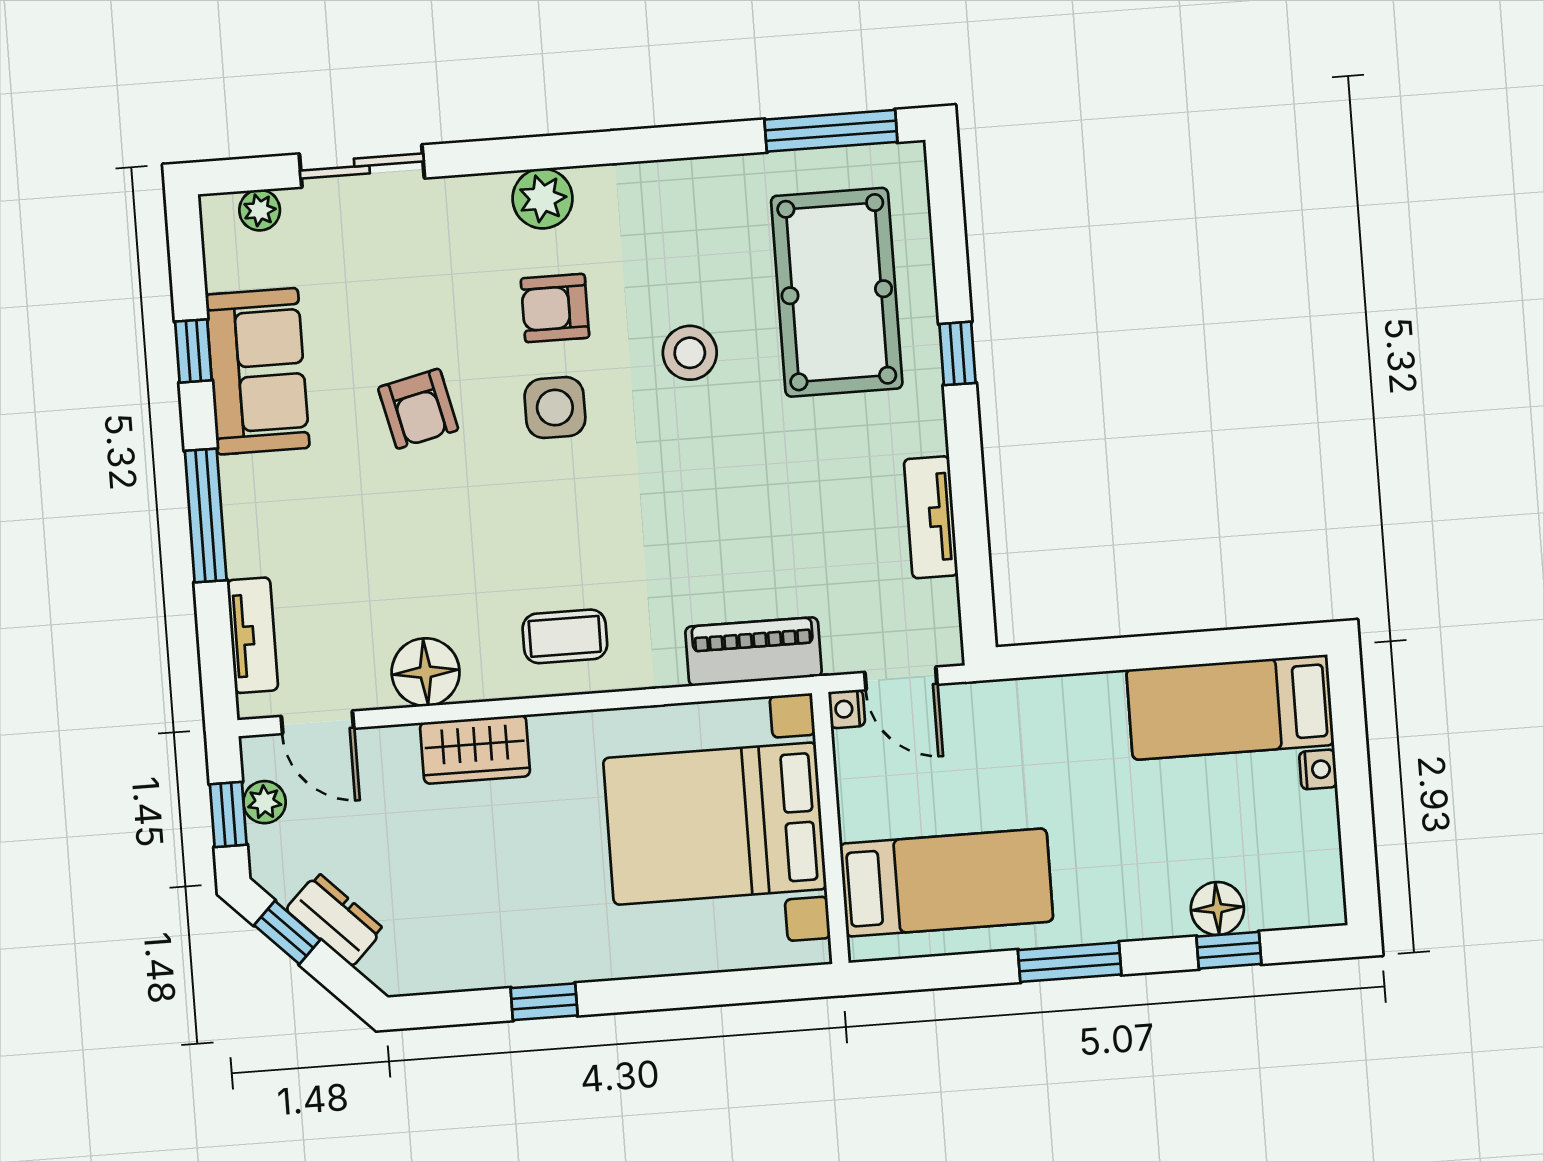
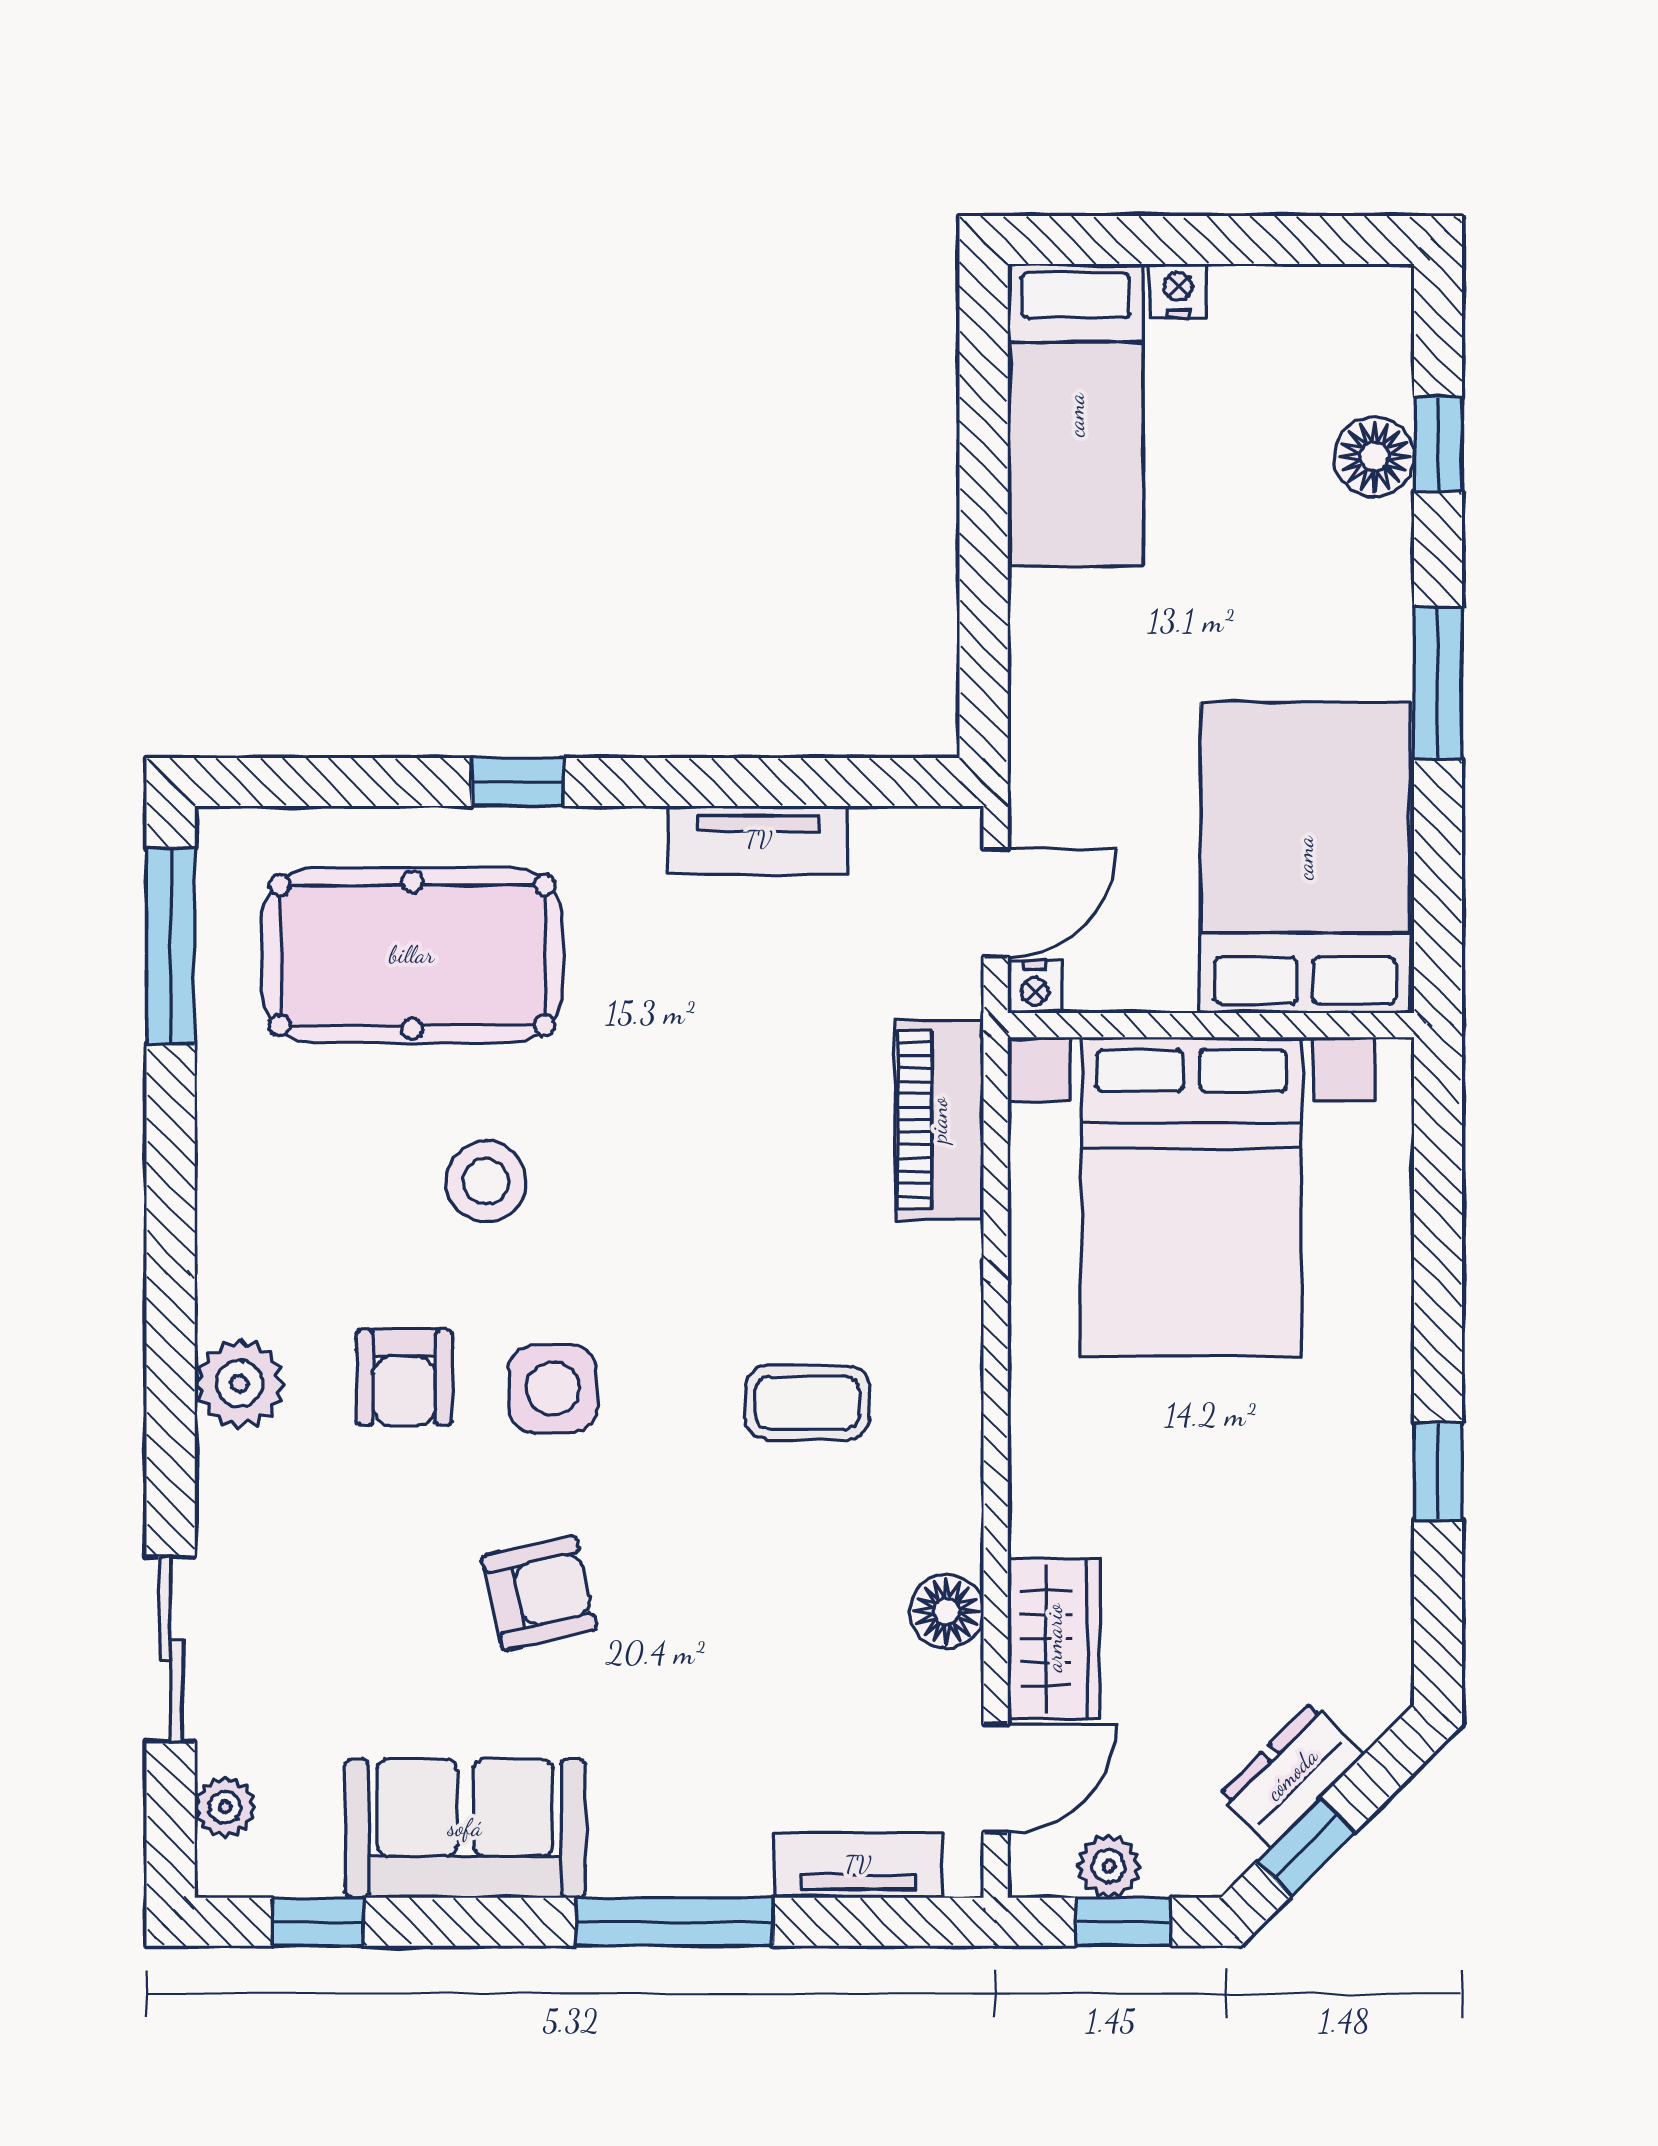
window: (193, 351) -> (318, 1922), moved
coffee table: (565, 636) -> (807, 1403), moved, turned 90
floor lamp: (426, 672) -> (947, 1611), width x0.73, depth x0.73
wardrobe: (475, 749) -> (1054, 1638), moved
bed: (946, 883) -> (1305, 858), width x1.50

